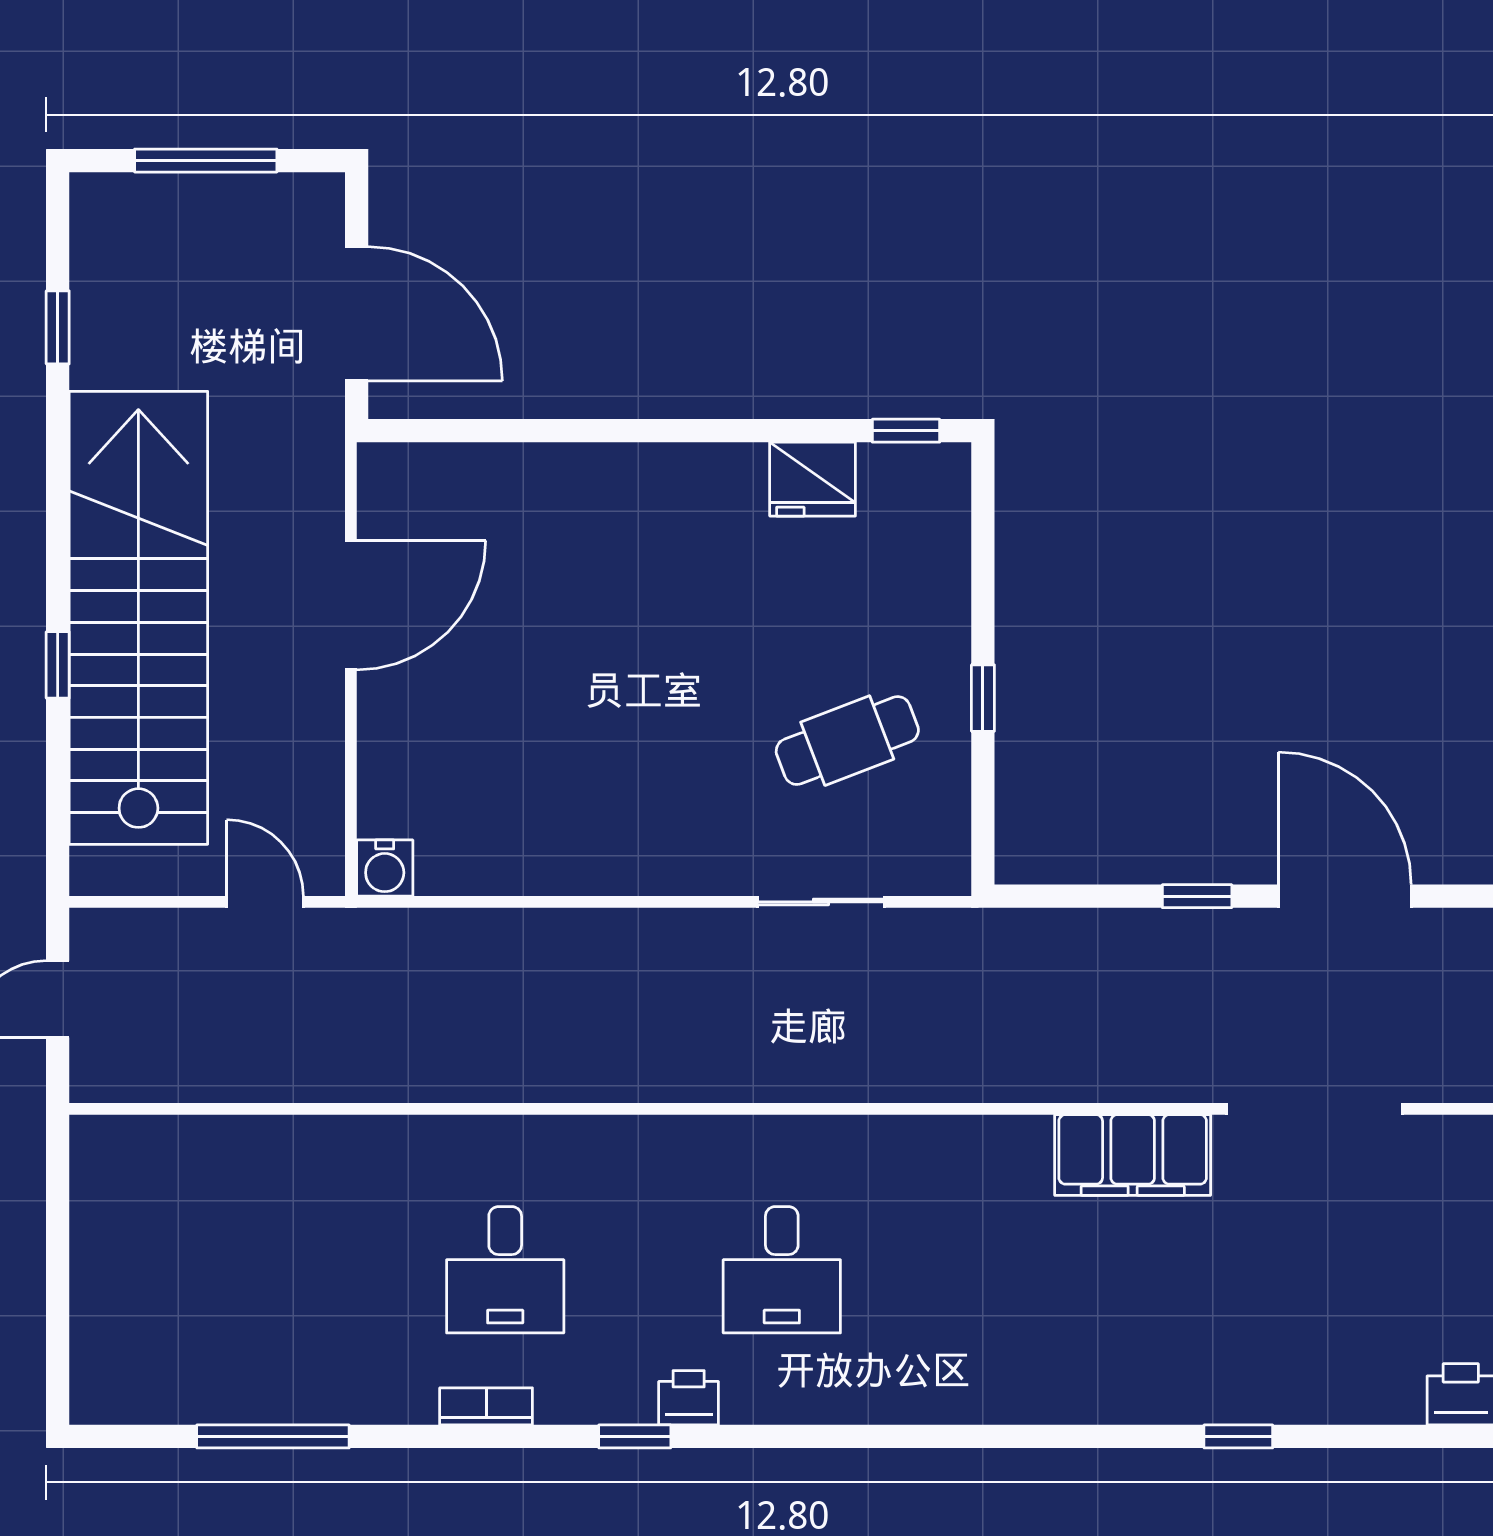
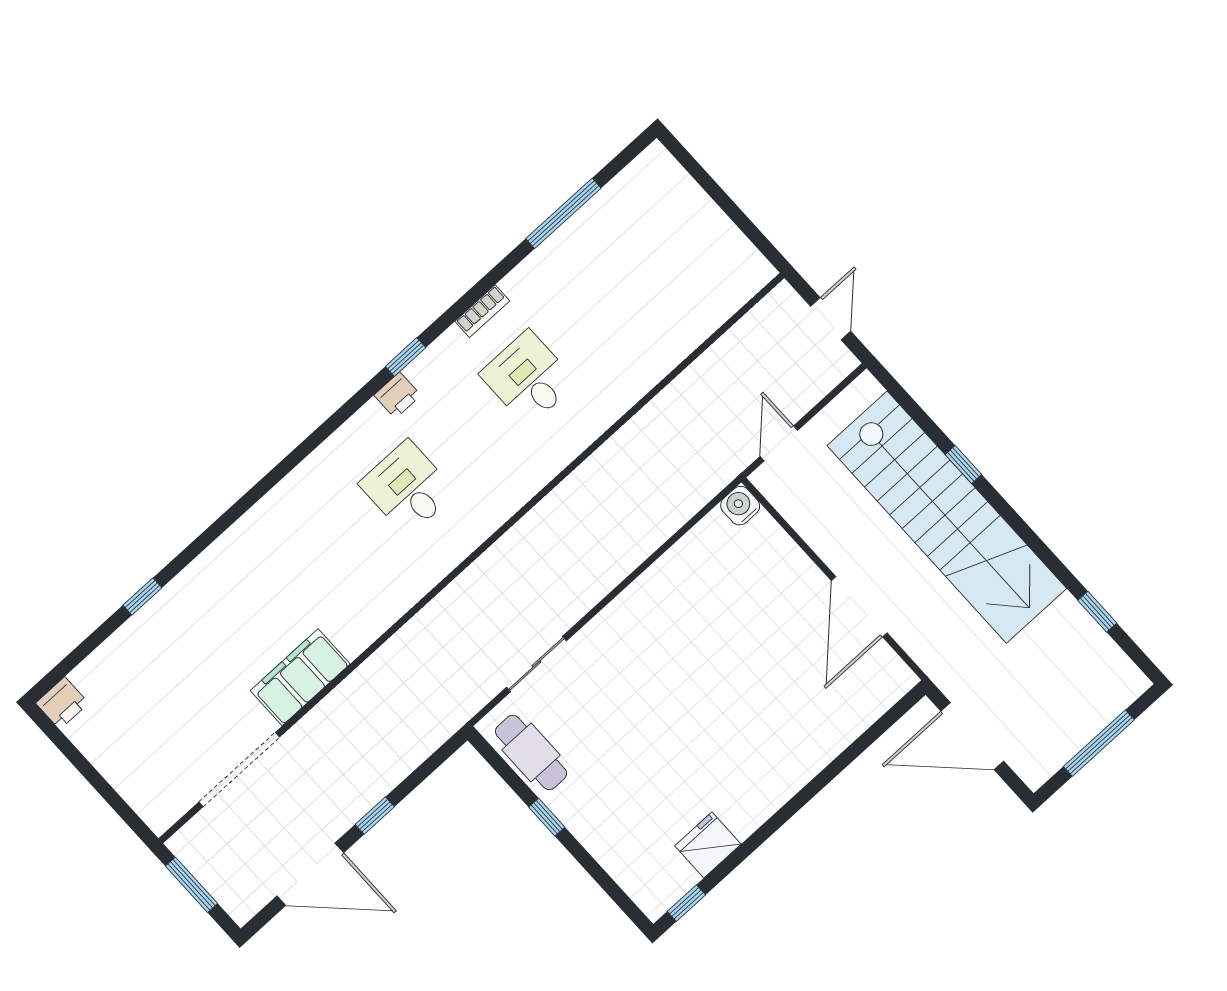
cafe table: (847, 741) -> (531, 752), moved, turned -69
door: (265, 902) -> (779, 443), swing flipped

